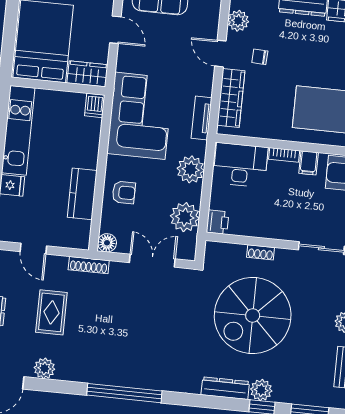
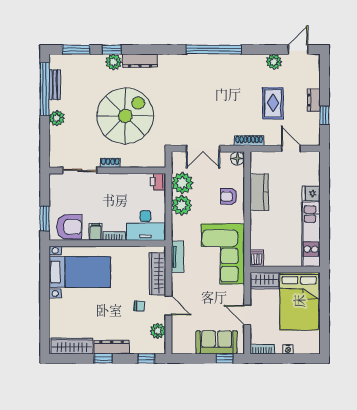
plant: (191, 169) -> (182, 205), moved
shoe rack: (261, 252) -> (110, 163), moved

